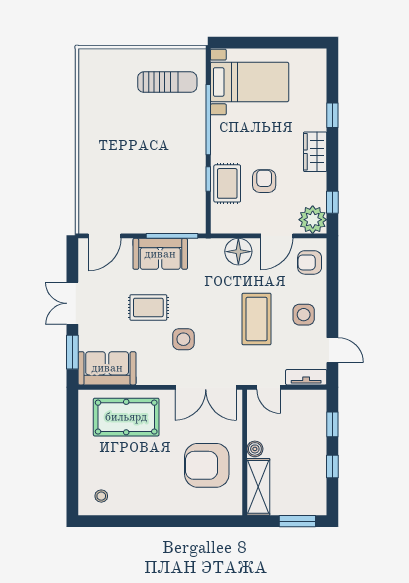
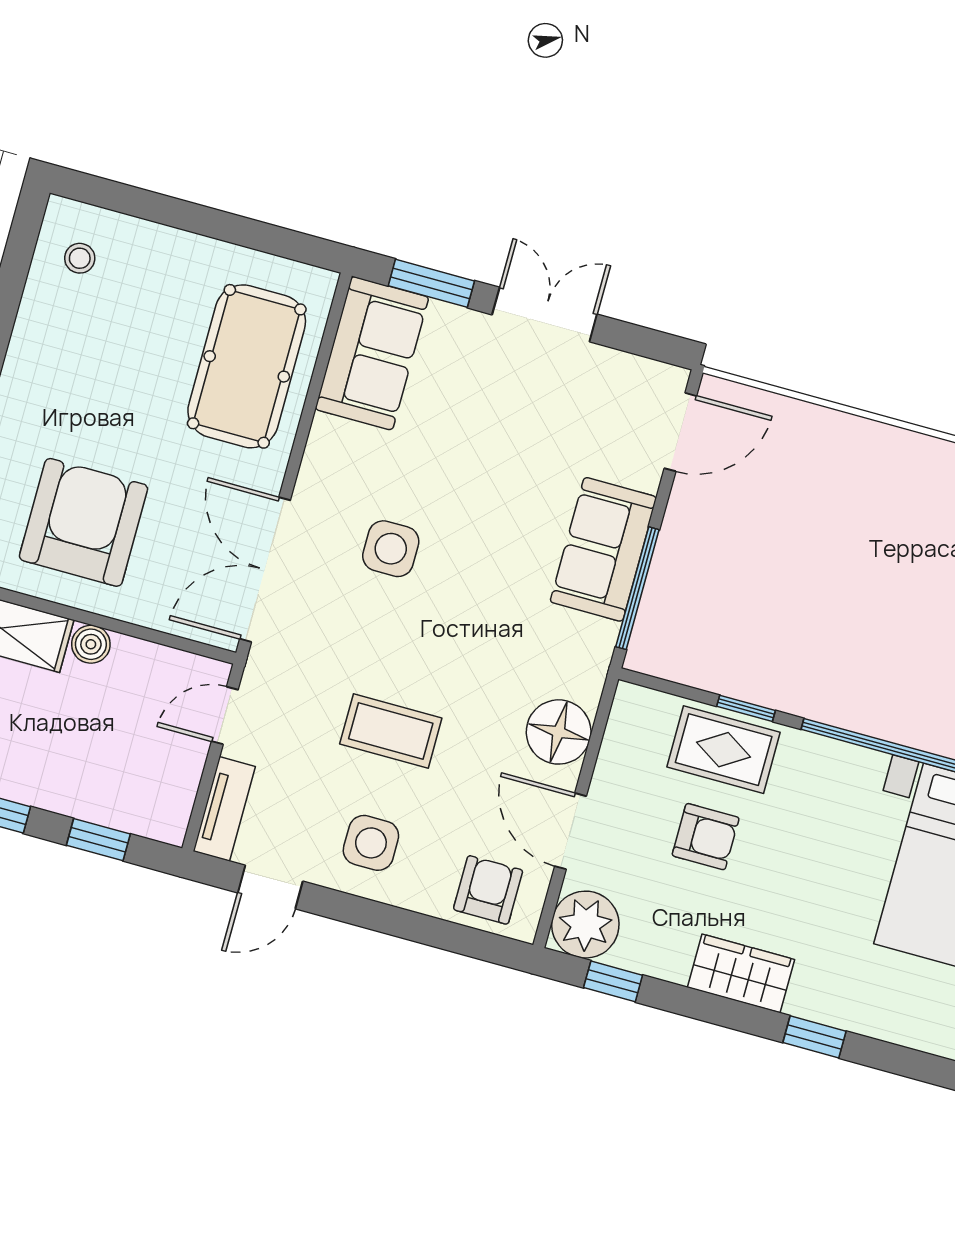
door: (105, 236) -> (680, 432), swing flipped
rug: (148, 307) -> (487, 488), removed
coffee table: (257, 319) -> (391, 731), width x0.73, depth x0.76

